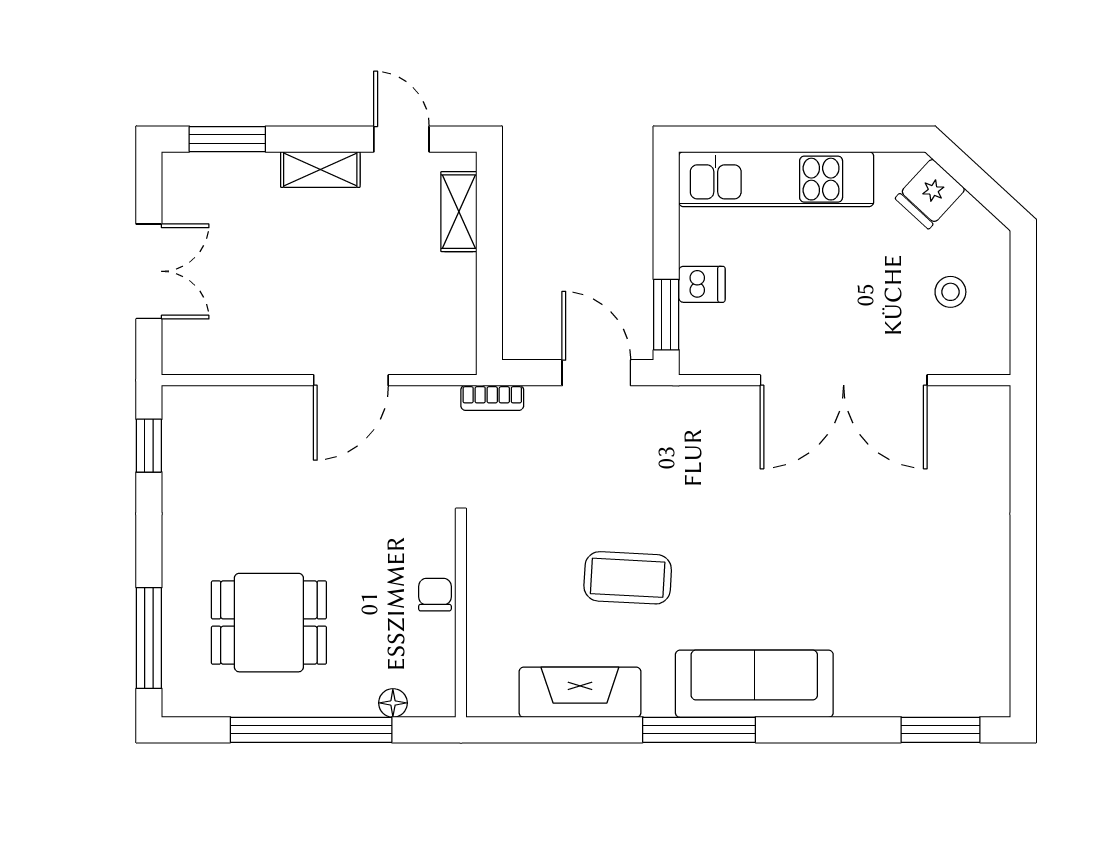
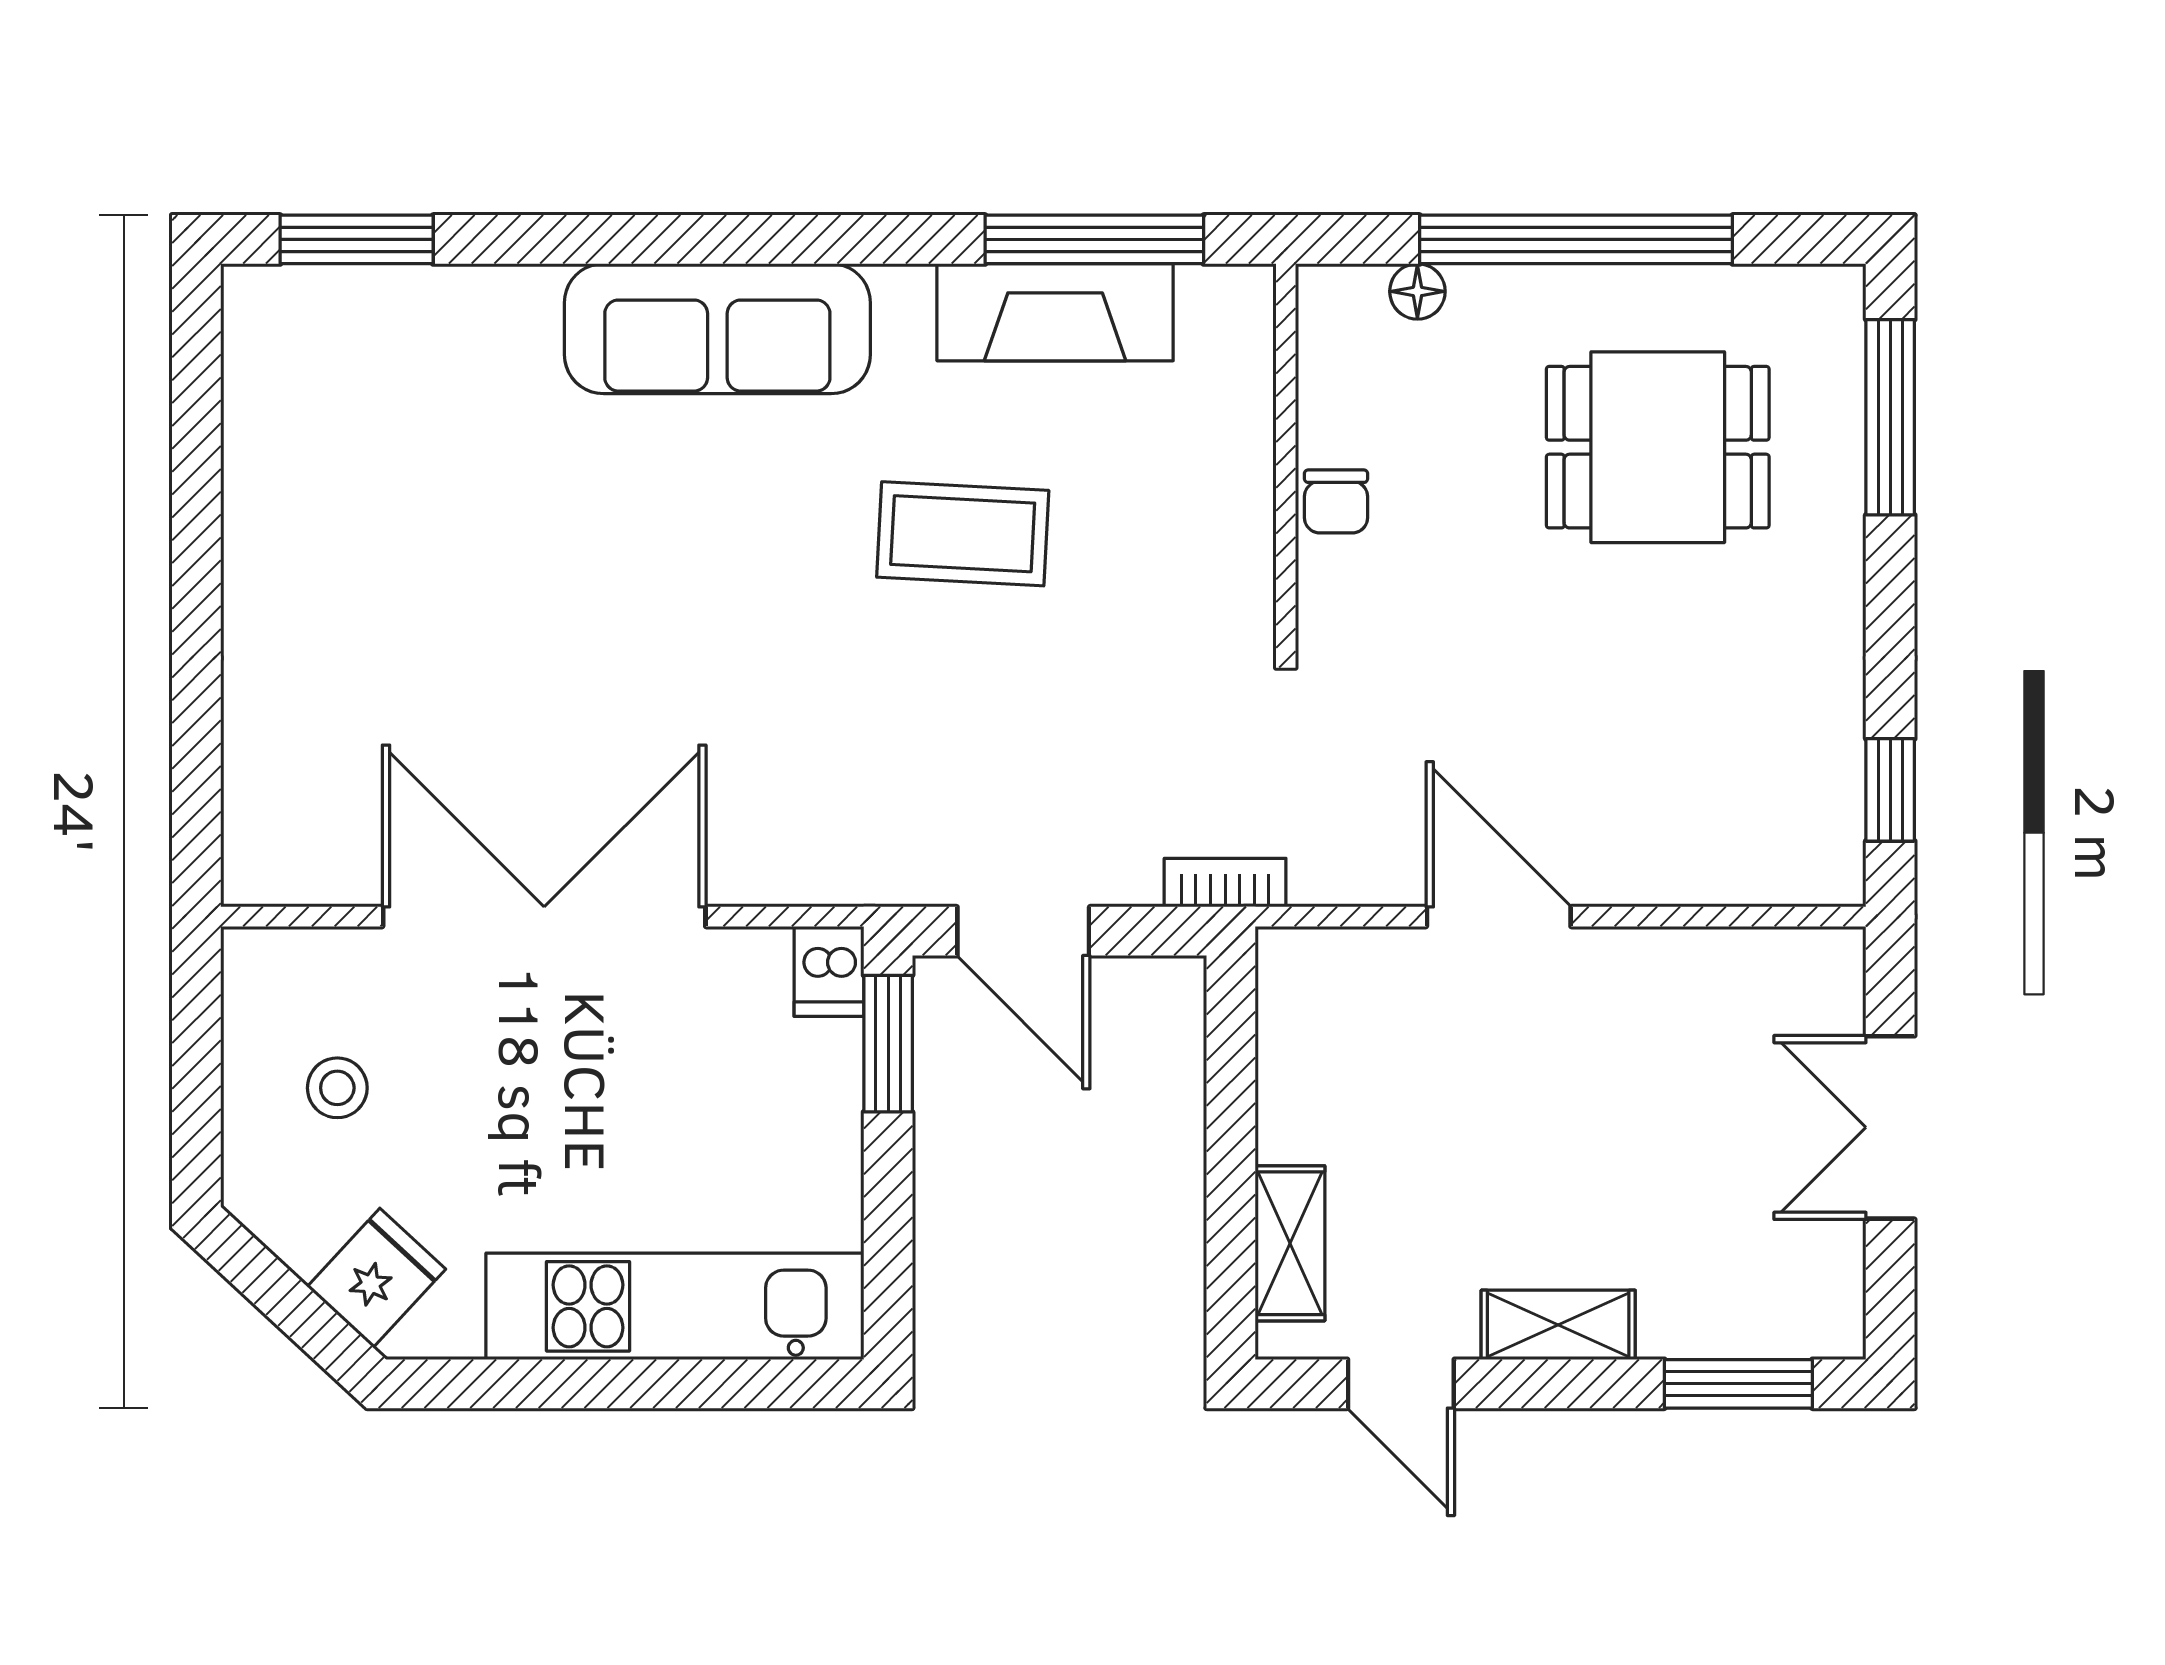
dishwasher: (702, 284) -> (829, 971), moved, turned -90
door: (351, 380) -> (1499, 917), hinge flipped
window: (699, 730) -> (1094, 239), moved

